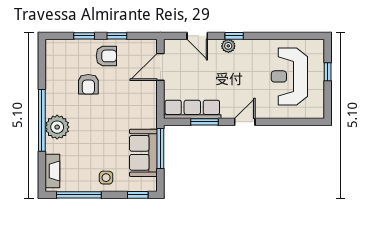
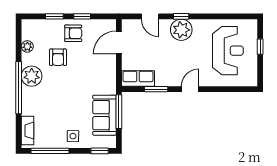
plant: (228, 46) -> (181, 30), width x1.88, depth x1.88
plant: (52, 72) -> (27, 46), added
reception desk: (289, 76) -> (228, 51), turned 180
row of seats: (192, 109) -> (138, 78), width x0.68
plant: (57, 127) -> (32, 76), moved

